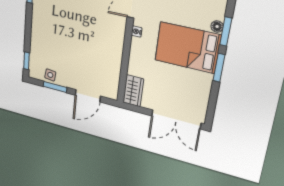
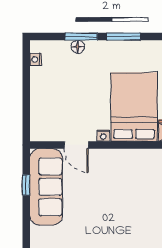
bed: (187, 48) -> (134, 107), moved, turned 180

